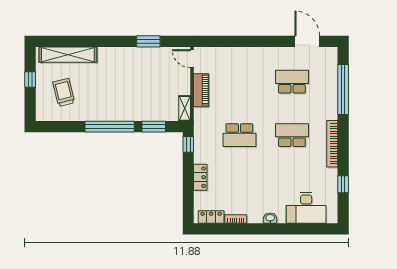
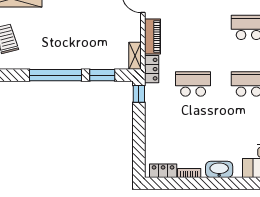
school desk: (239, 135) -> (193, 84), turned 180
locker: (200, 177) -> (152, 69), moved
washbasin: (270, 218) -> (219, 169), width x1.91, depth x1.45

